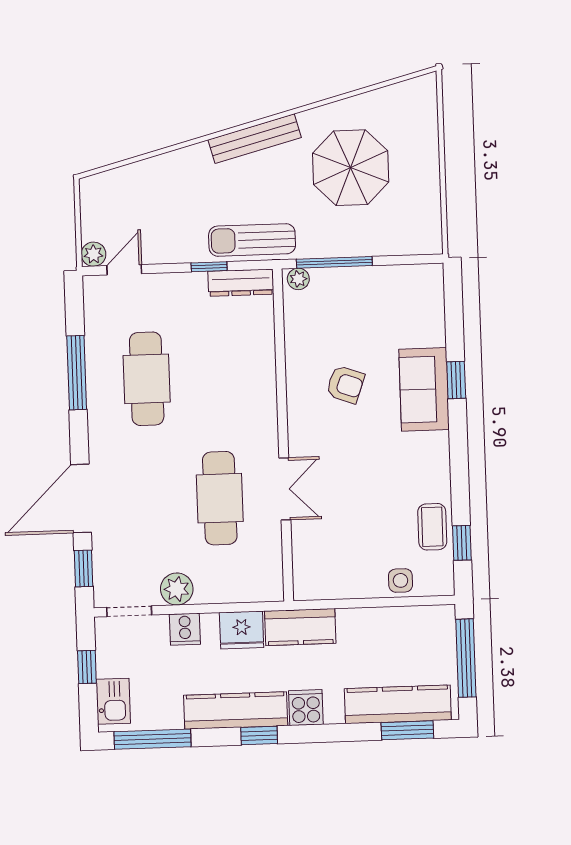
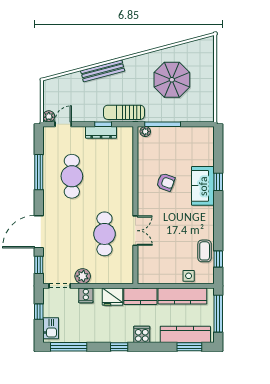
bench: (255, 139) -> (103, 71), moved
dresser: (241, 283) -> (101, 132), moved
kitchen counter: (236, 710) -> (182, 296), moved, turned 180

